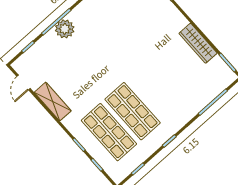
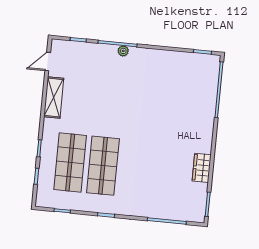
plant: (65, 29) -> (123, 51), width x0.53, depth x0.53
wardrobe: (198, 43) -> (202, 168), width x0.67

